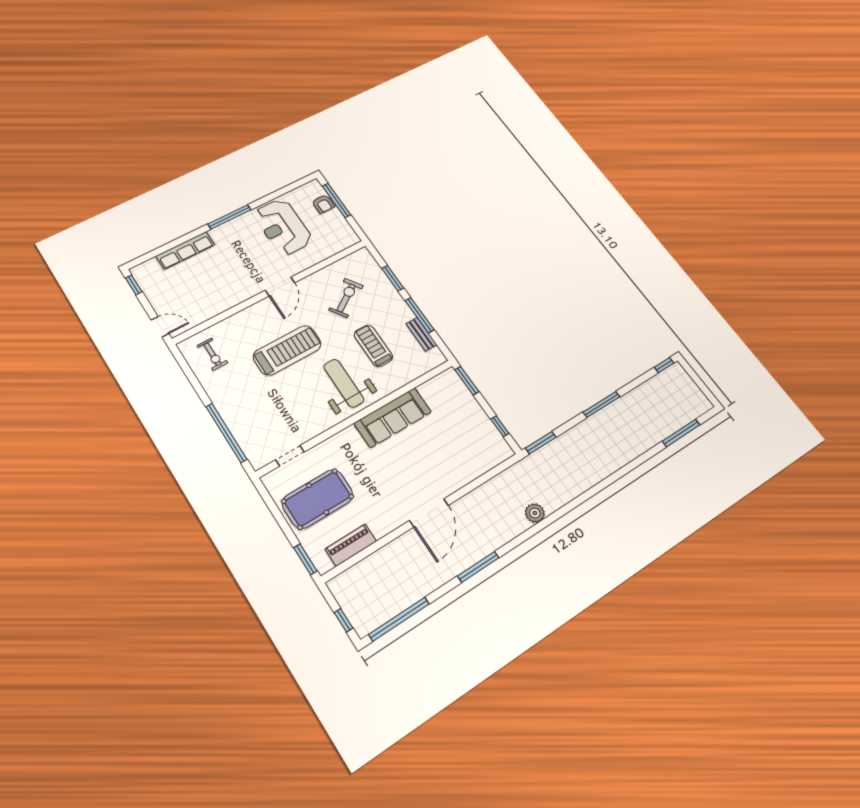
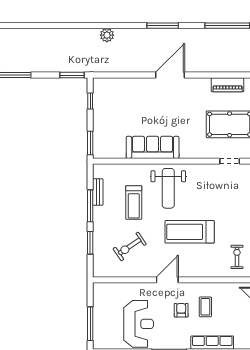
armchair: (323, 204) -> (181, 310), moved
coffee table: (217, 282) -> (205, 307), added

